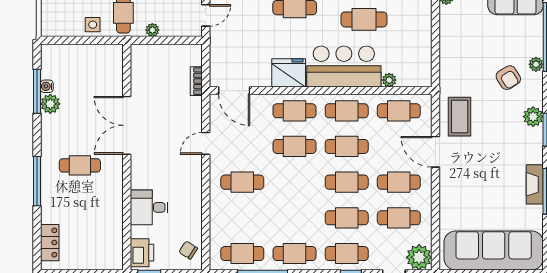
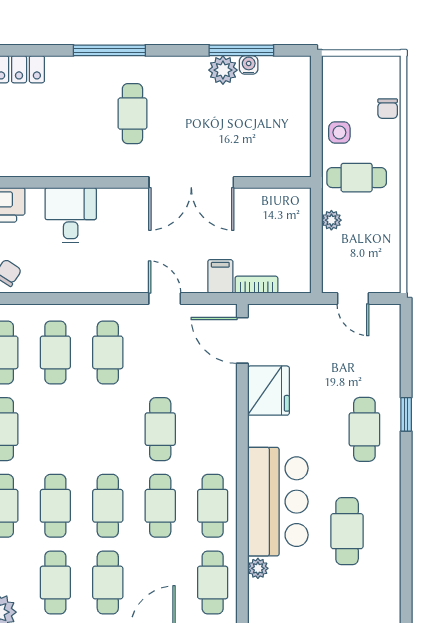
fridge: (289, 73) -> (268, 391), moved
door: (234, 91) -> (242, 340), hinge flipped
filing cabinet: (191, 106) -> (220, 276), added
cafe table: (295, 111) -> (55, 352), moved
double door: (127, 125) -> (191, 182), swing flipped

